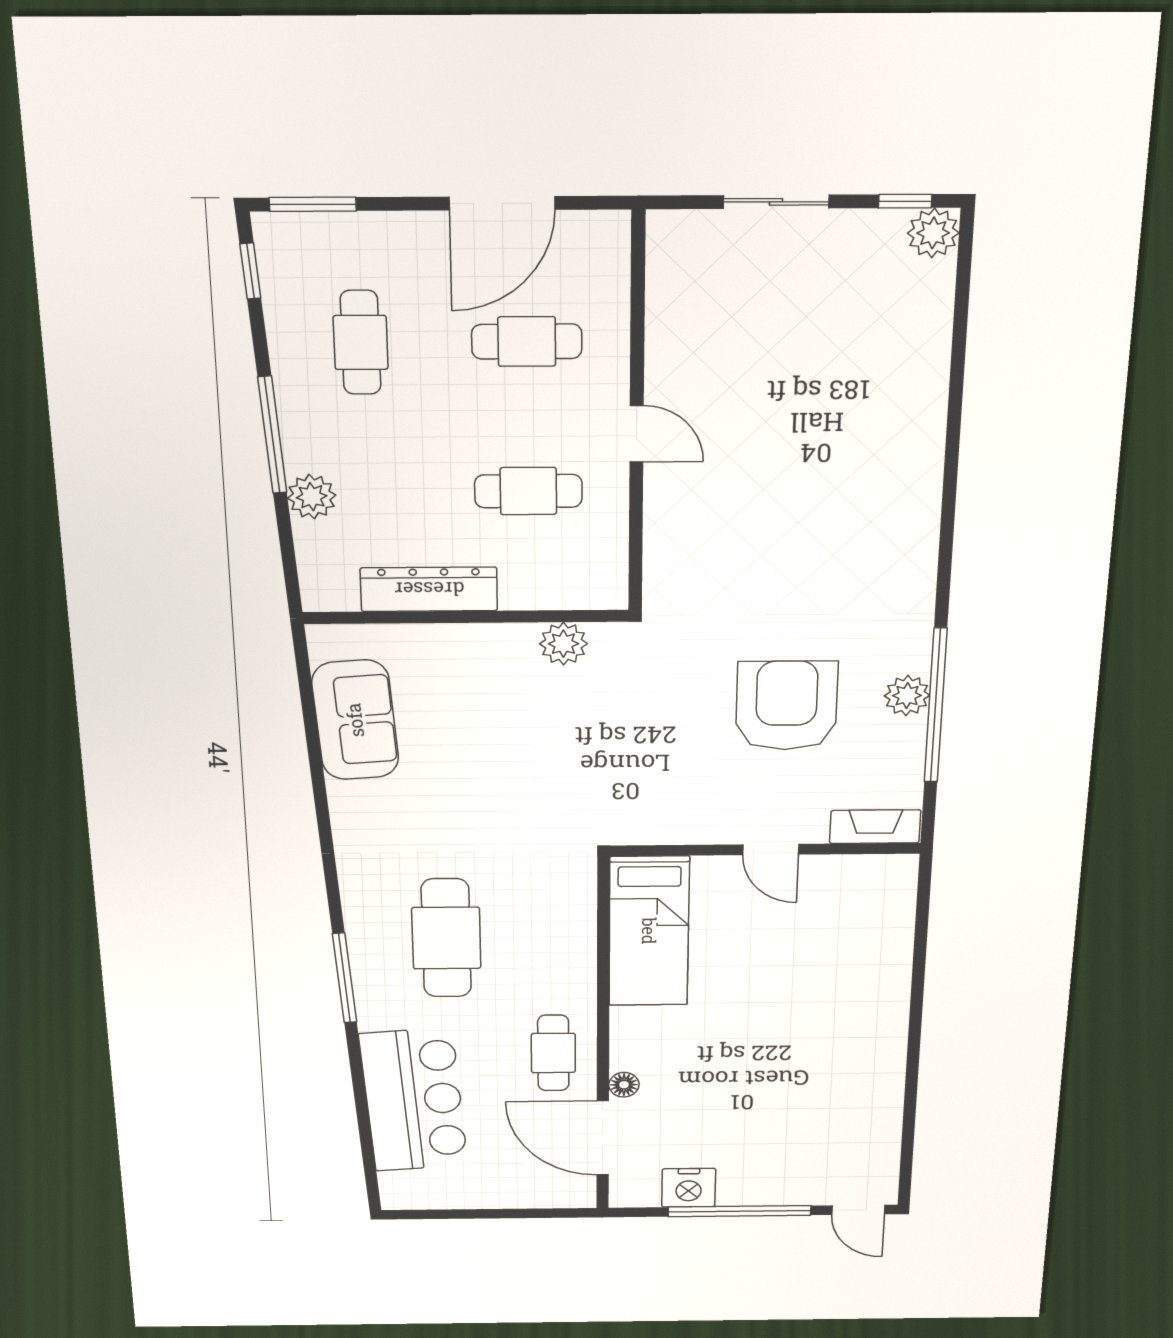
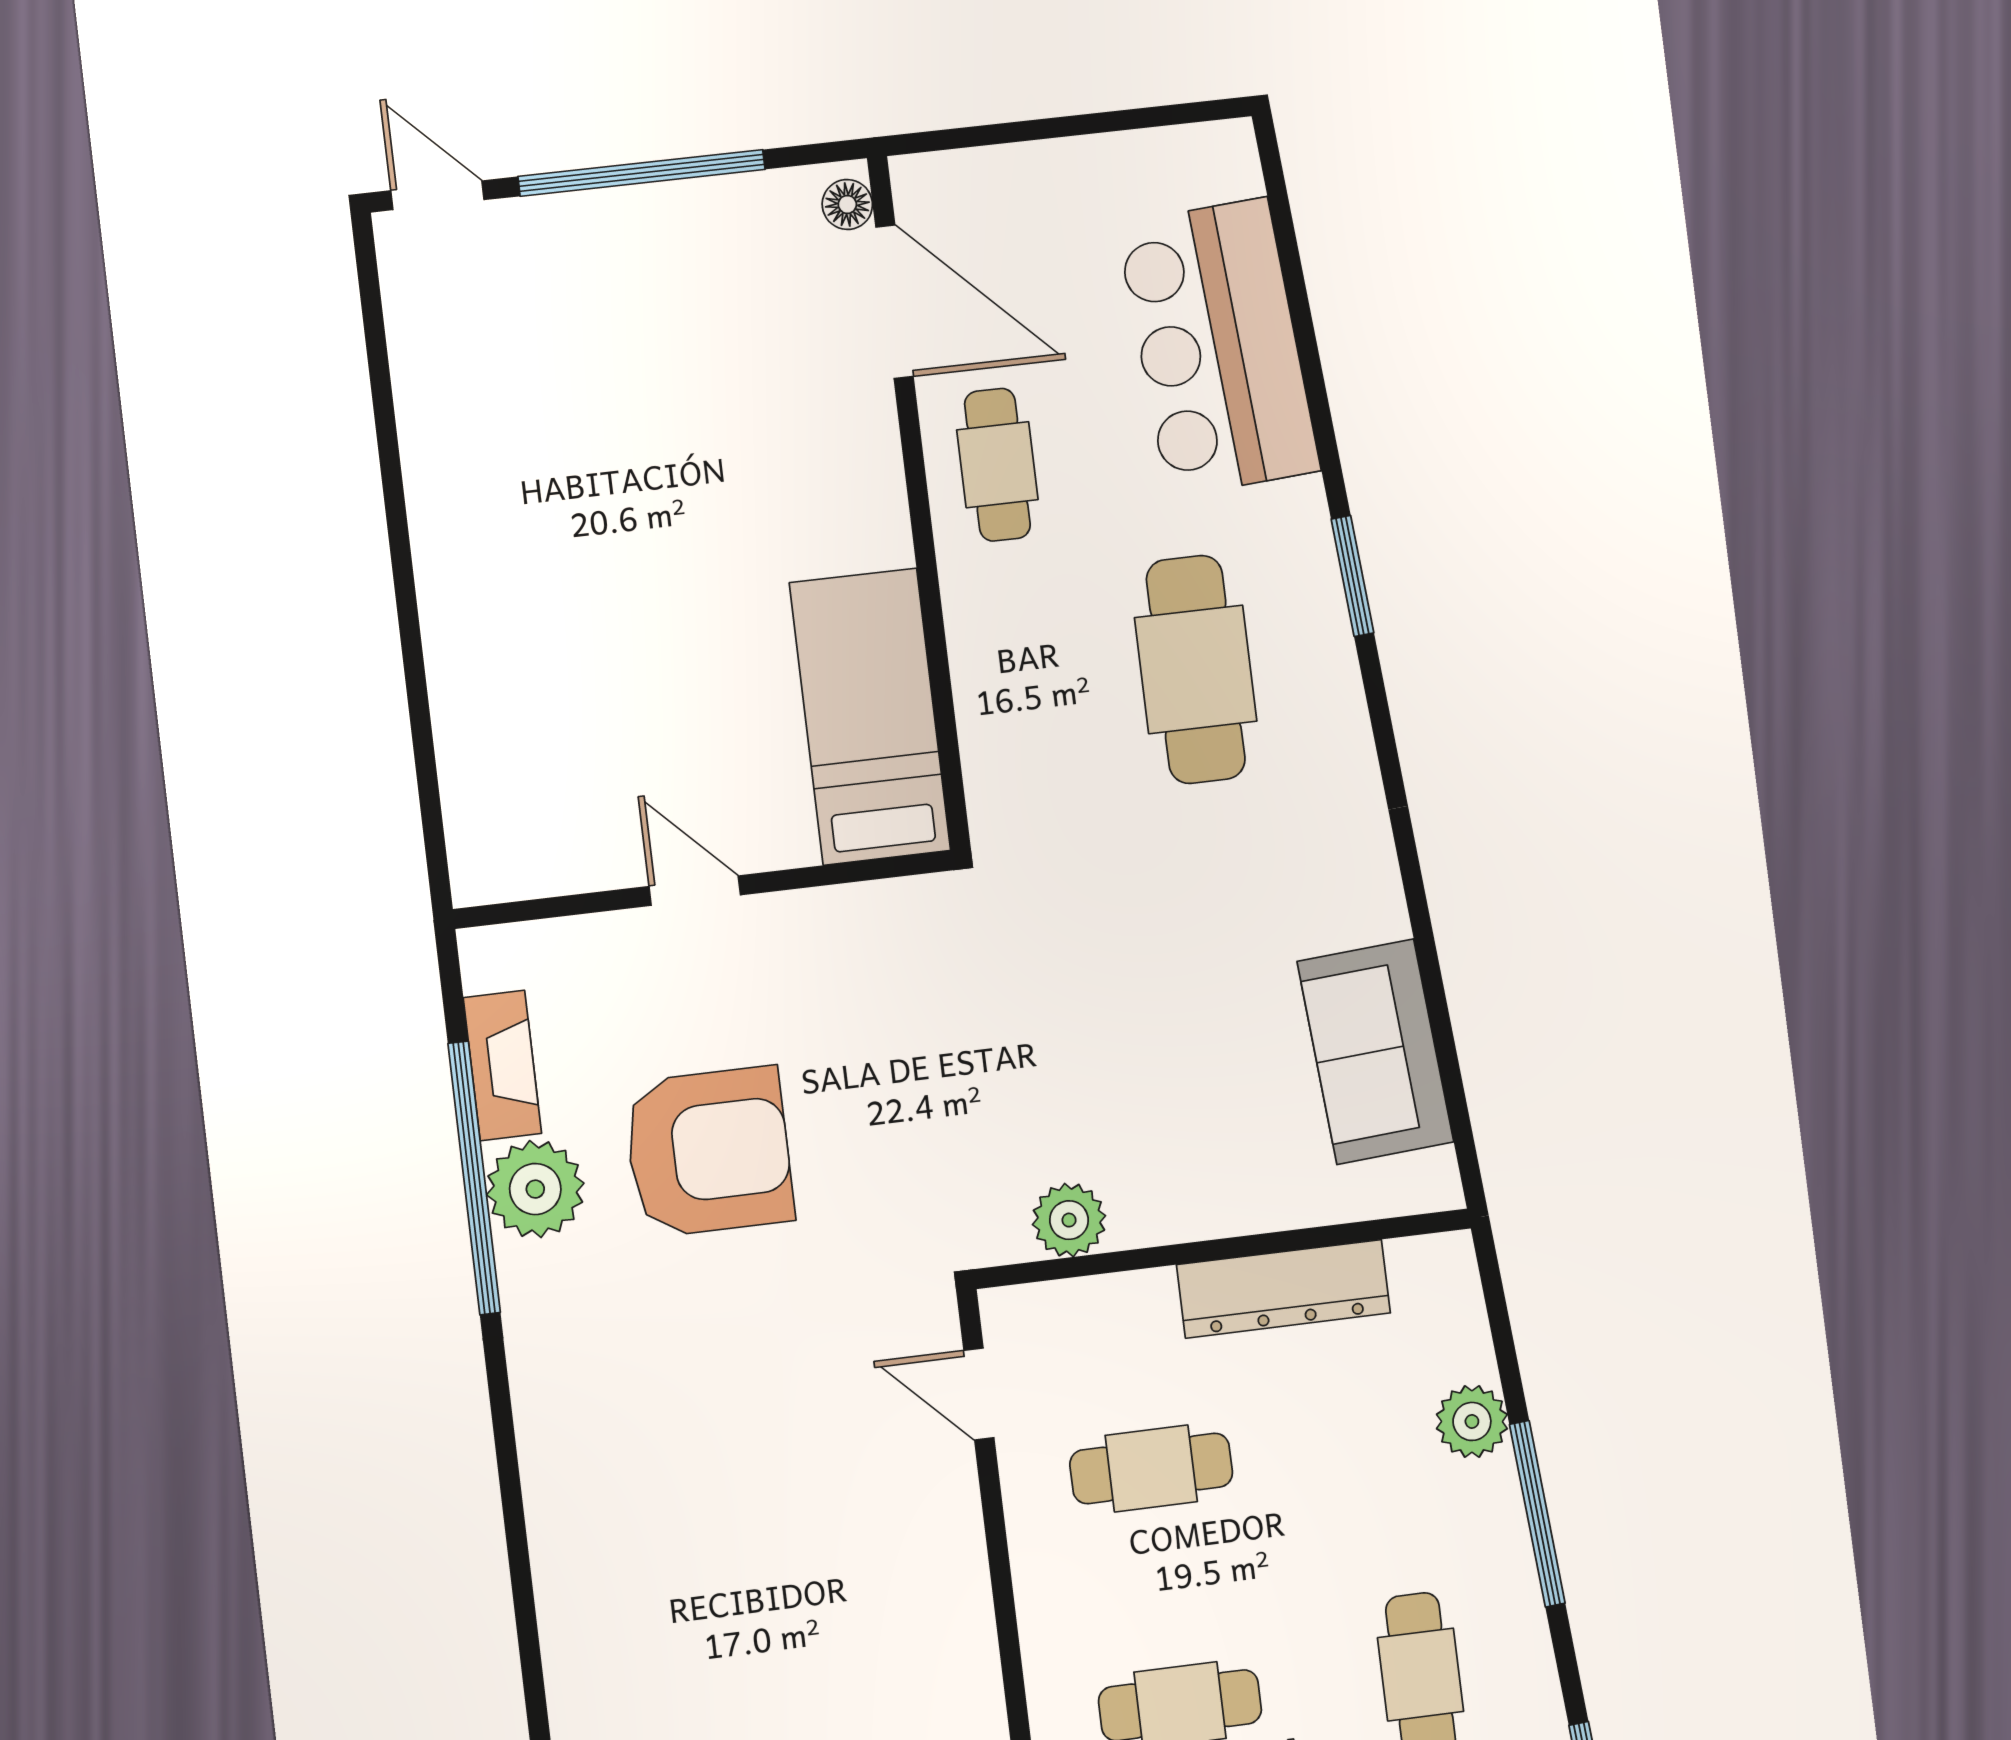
door: (637, 434) -> (979, 1394), moved
plant: (907, 696) -> (535, 1189), width x1.36, depth x1.36
armchair: (786, 706) -> (709, 1152), turned -90
fireplace: (875, 827) -> (502, 1066), moved, turned -90
window: (345, 978) -> (1352, 576), width x0.69
floor lamp: (624, 1085) -> (847, 204), moved
nightstand: (689, 1188) -> (736, 213), removed

